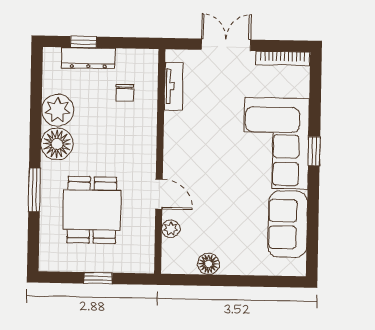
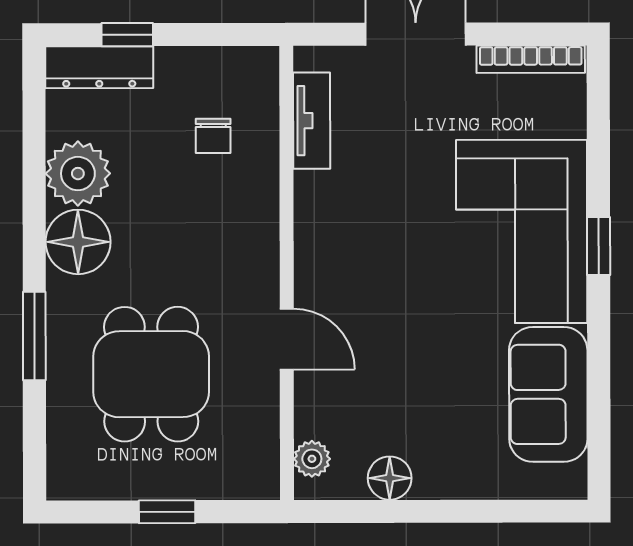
dresser: (88, 58) -> (99, 67), moved
plant: (171, 229) -> (312, 459), moved

